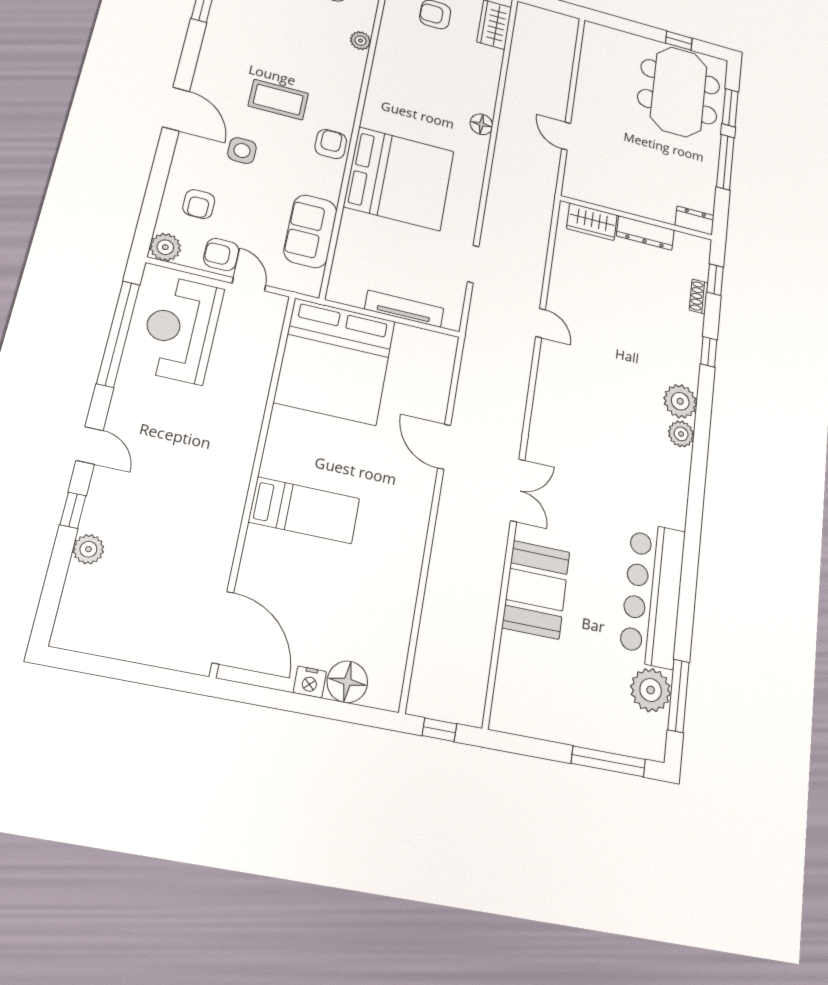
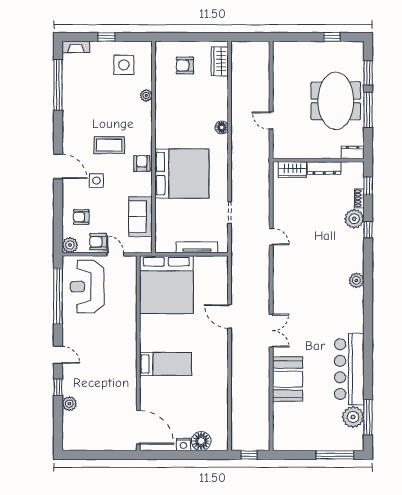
meeting table: (679, 92) -> (336, 101), moved
armchair: (199, 204) -> (81, 217), turned 90
plant: (680, 401) -> (354, 219), moved

